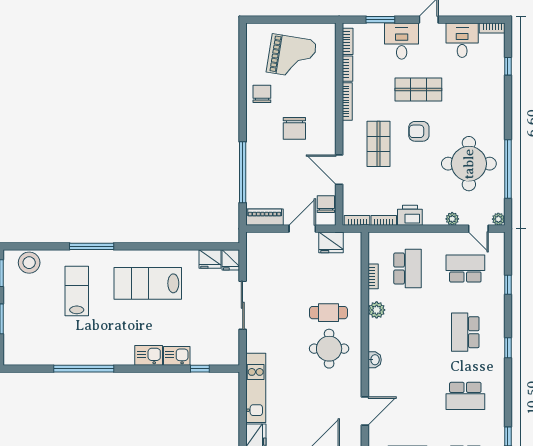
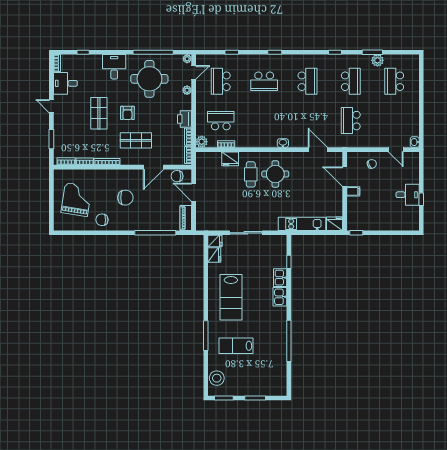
desk: (402, 41) -> (114, 67), moved, turned 90
fridge: (331, 242) -> (230, 159), moved, turned 90
plant: (377, 310) -> (202, 142), moved

